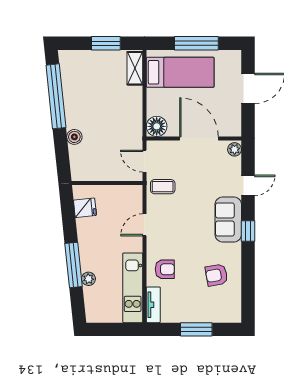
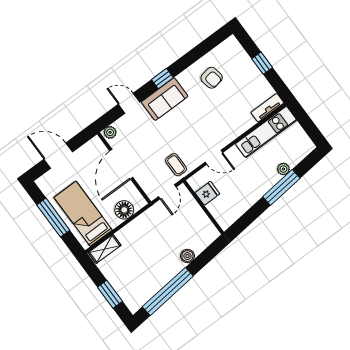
window: (106, 43) -> (110, 294), moved
floor lamp: (157, 126) -> (124, 210), moved
fridge: (85, 208) -> (207, 193), moved, turned 96
armchair: (165, 269) -> (235, 119), removed
window: (196, 329) -> (262, 63), width x0.67

